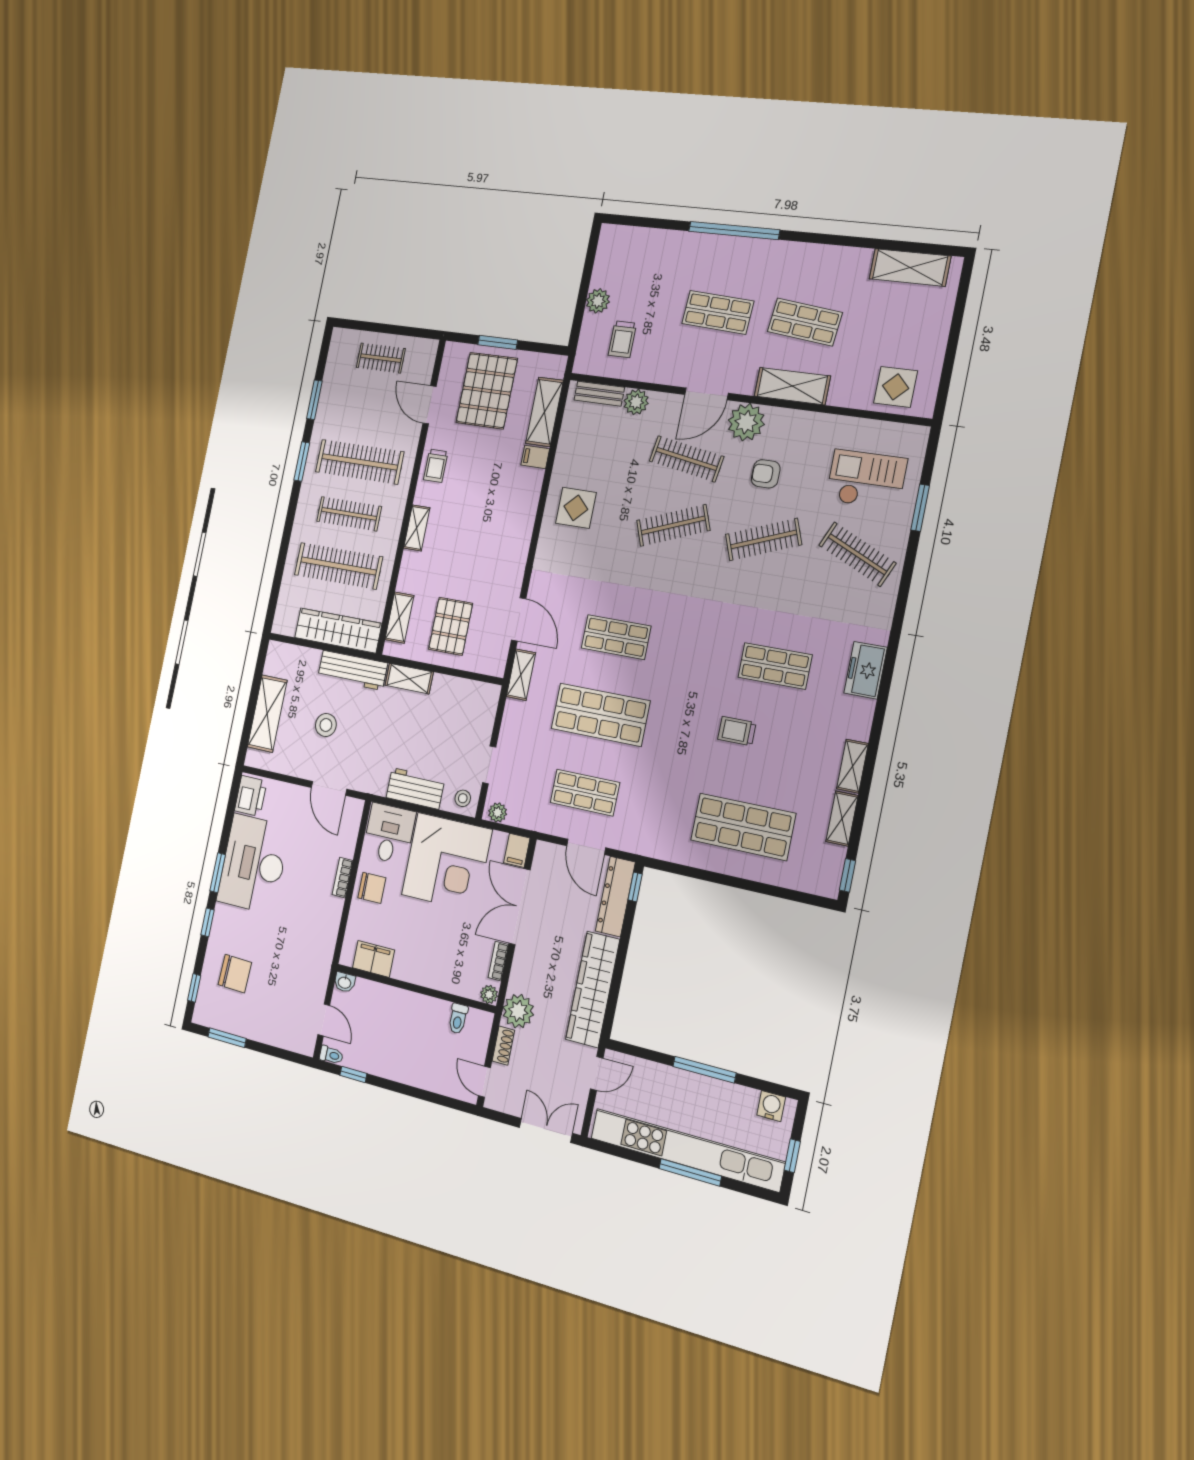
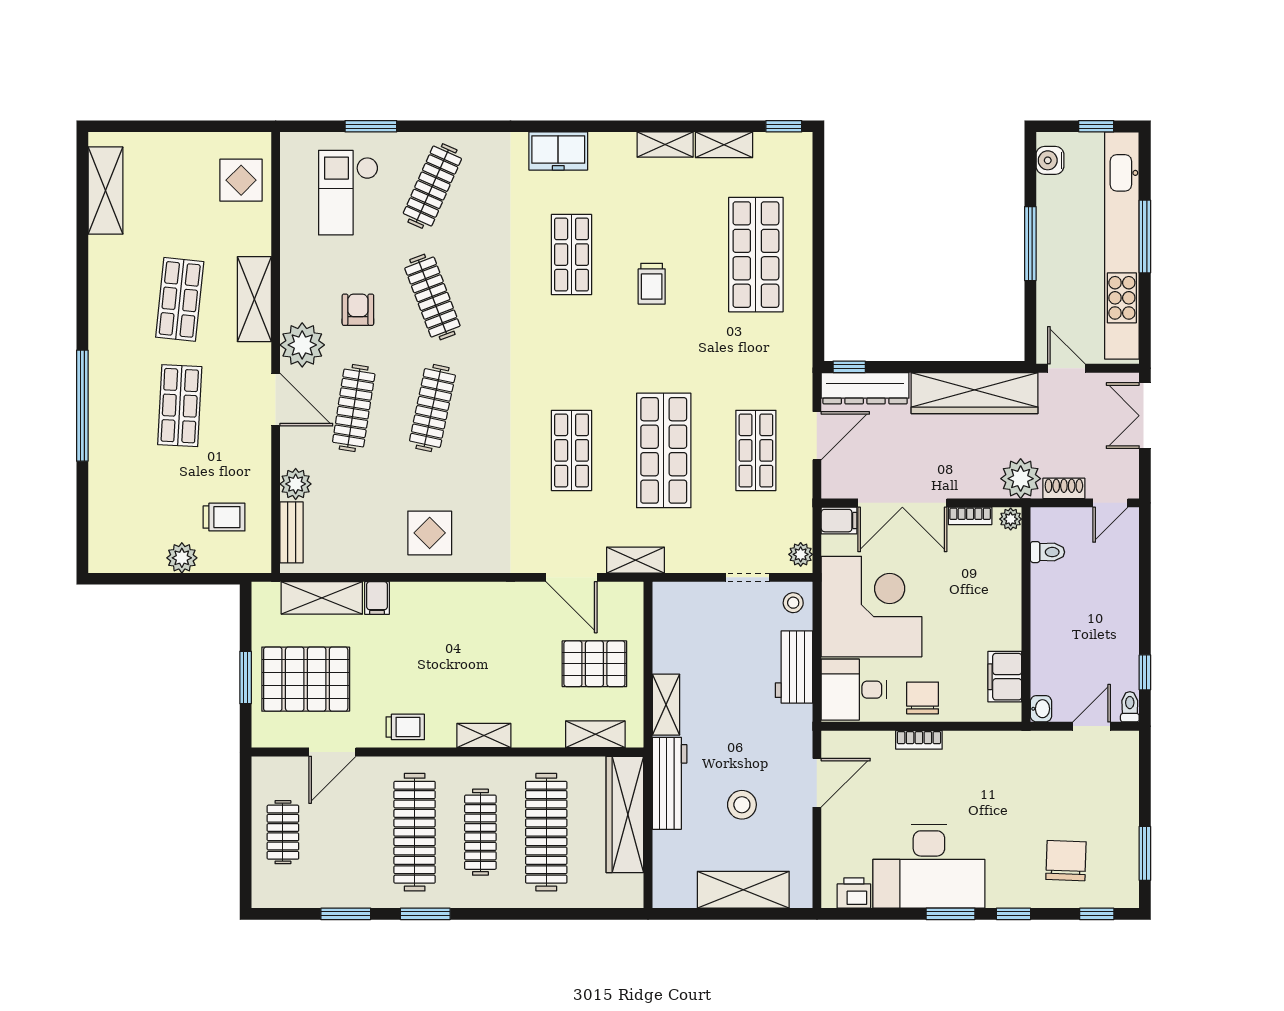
armchair: (766, 474) -> (358, 310), turned 180
clothes rail: (673, 525) -> (432, 408), turned 33
door: (519, 619) -> (571, 577), swing flipped
printer: (251, 796) -> (854, 893), width x0.73, depth x0.81

